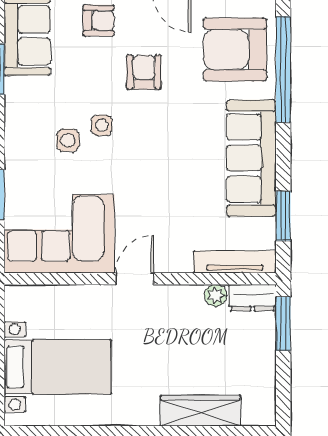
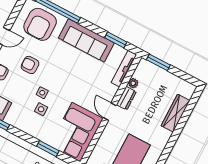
dresser: (253, 298) -> (126, 98), moved

